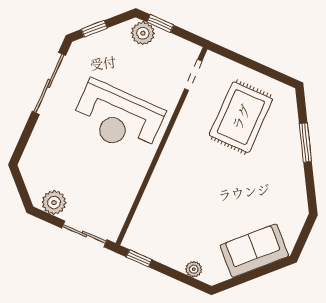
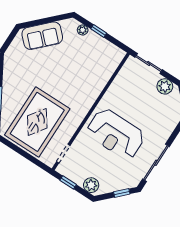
window: (160, 24) -> (68, 182), moved
rug: (241, 117) -> (37, 122), width x1.37, depth x1.44
reception desk: (118, 118) -> (116, 134), turned 180
window: (139, 258) -> (99, 31), moved

